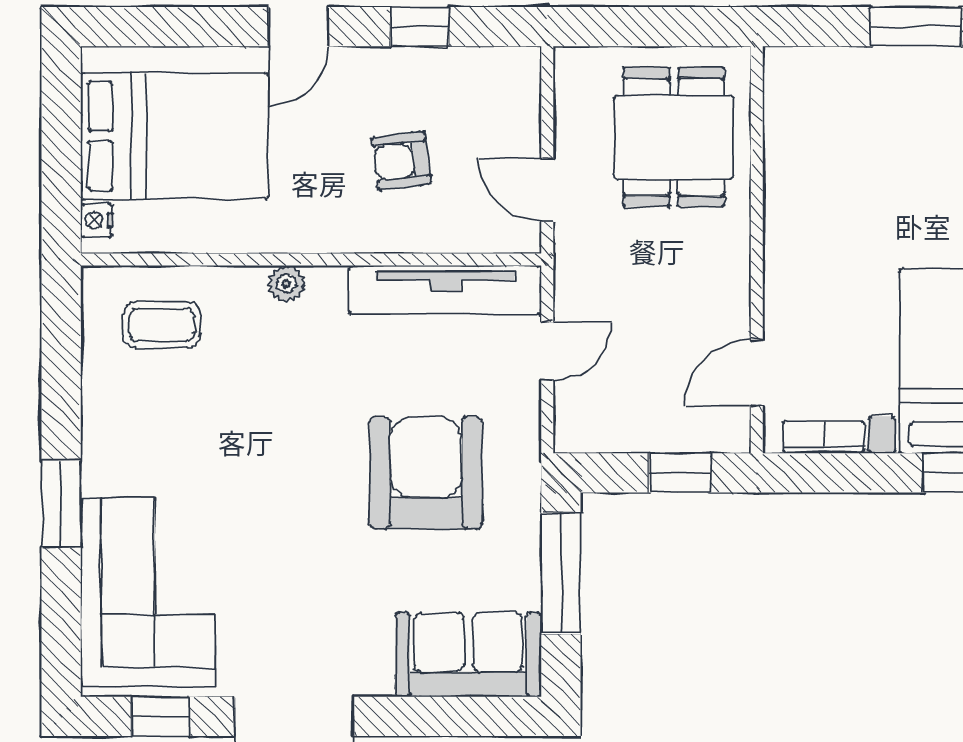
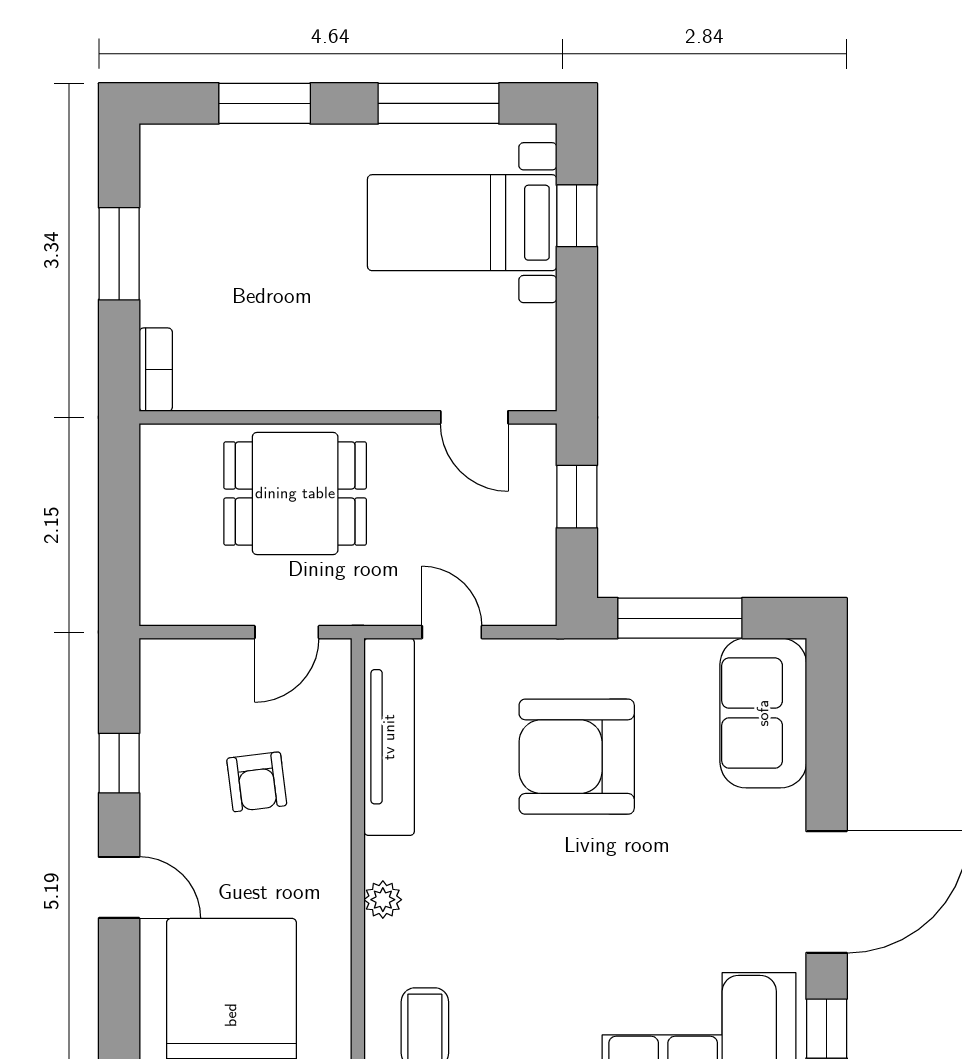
dining table: (674, 137) -> (295, 493), moved
bookcase: (824, 437) -> (156, 370), moved, turned 180

